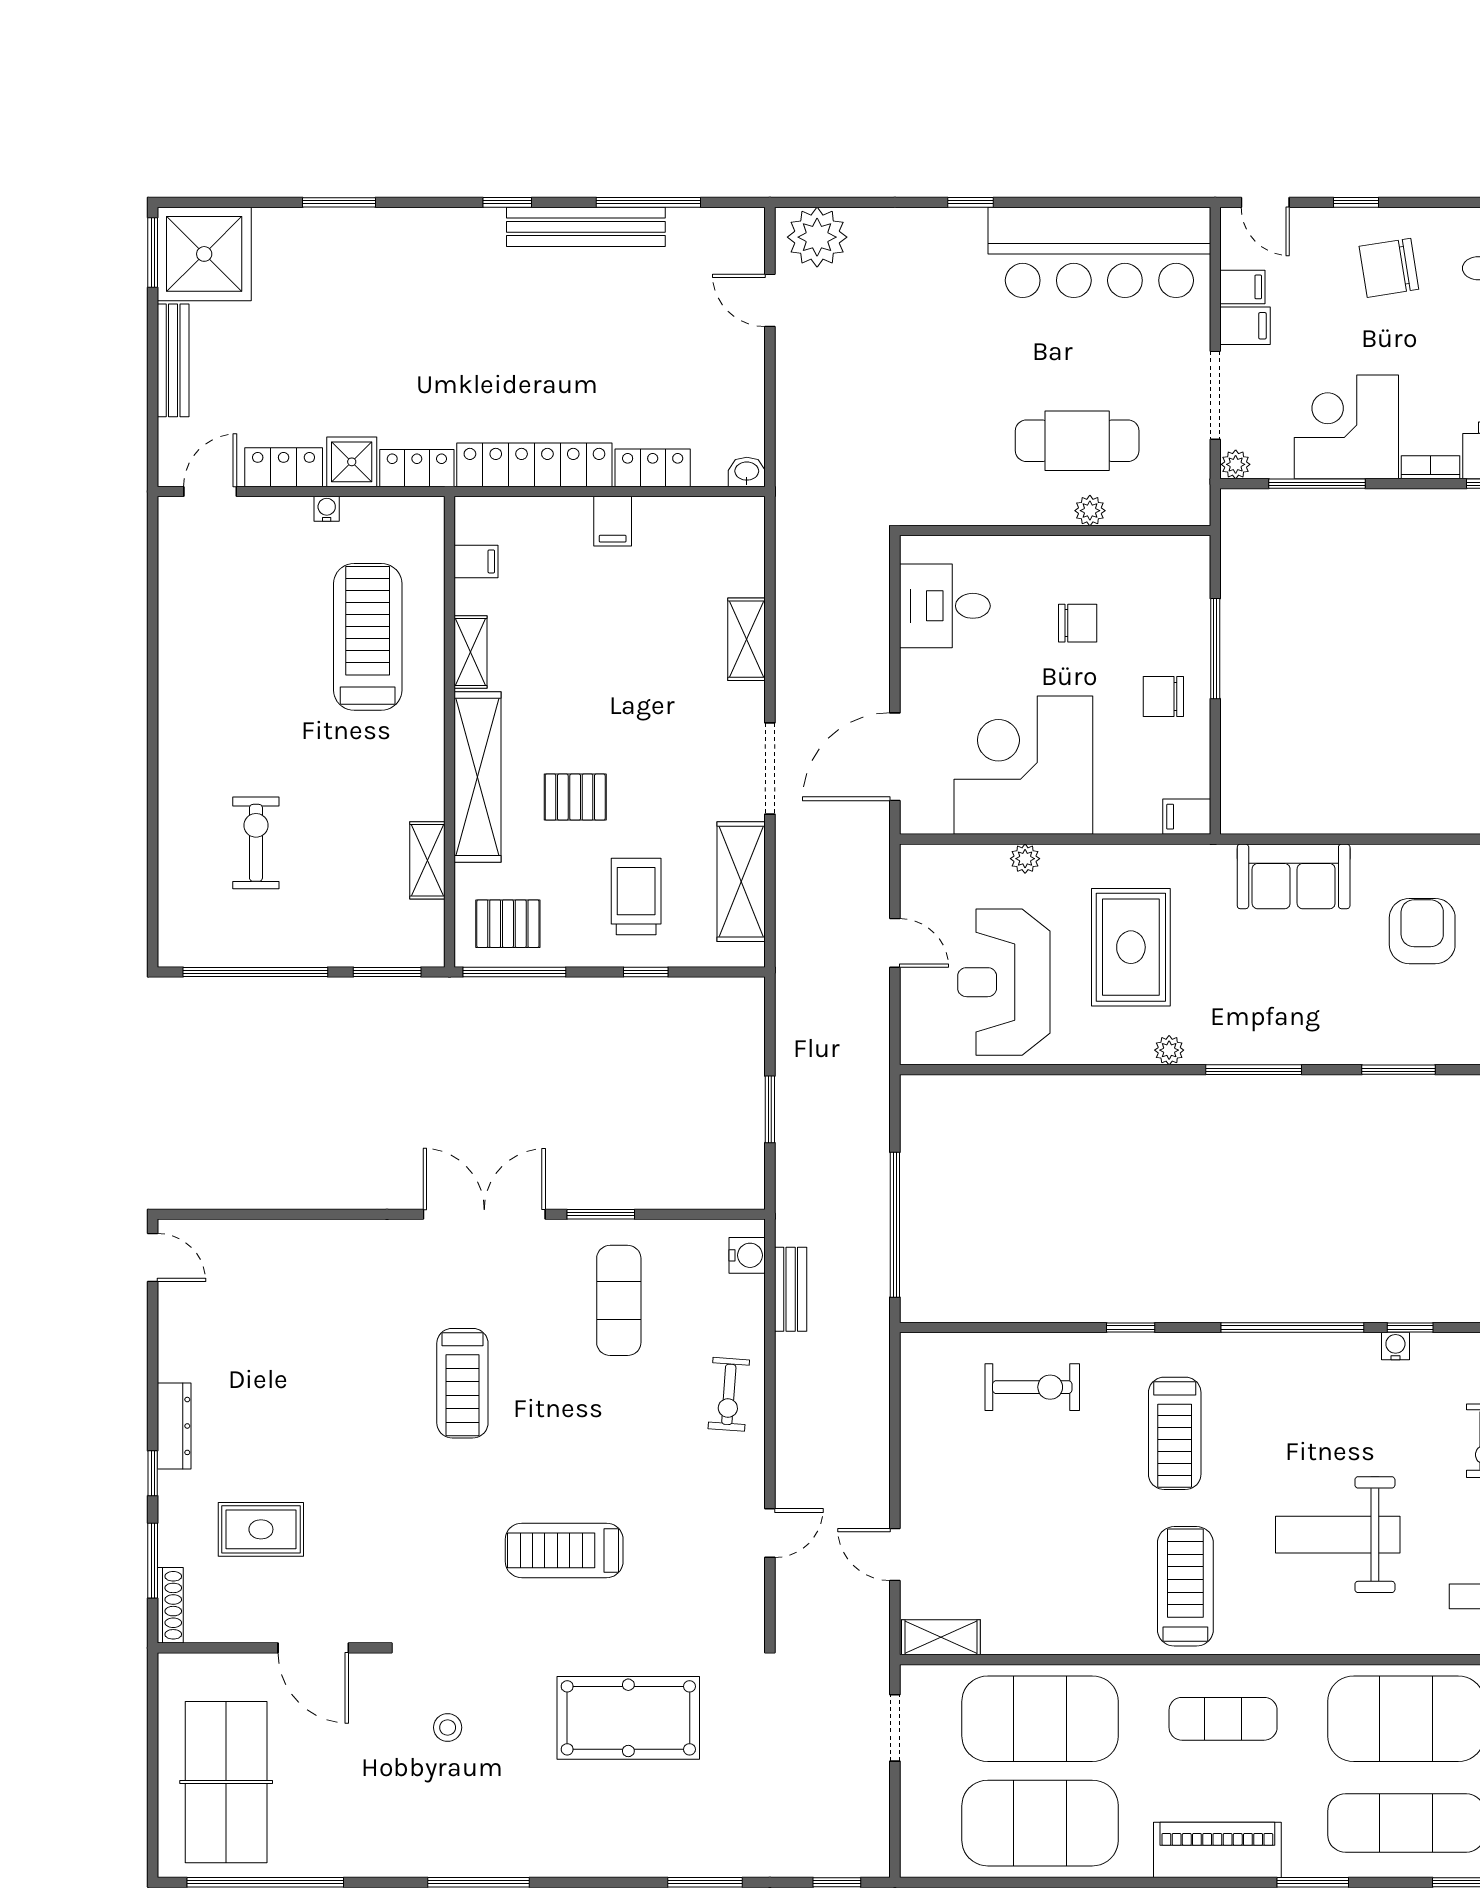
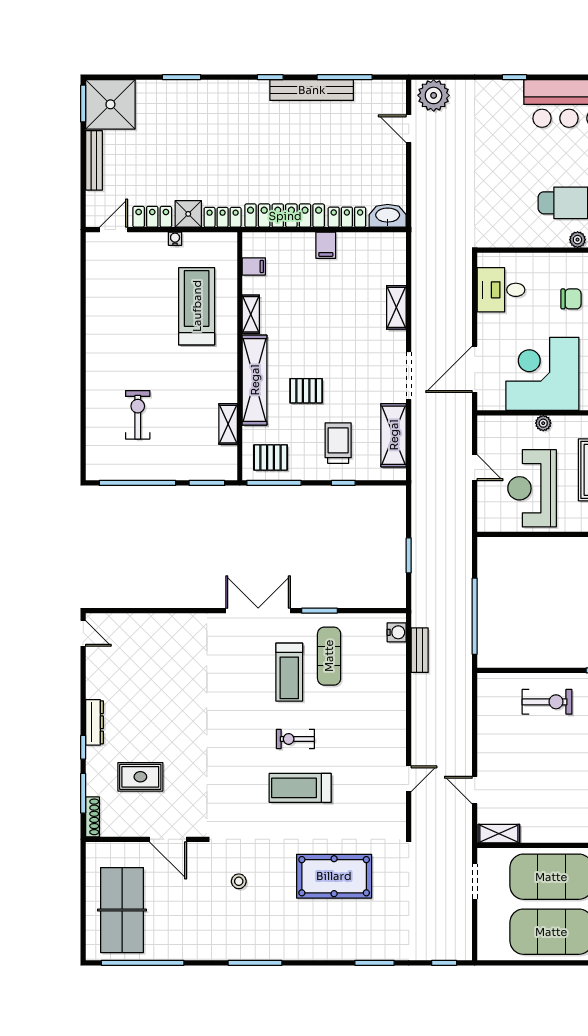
washbasin: (747, 472) -> (388, 216), width x1.91, depth x1.45
treadmill: (462, 1383) -> (289, 672), moved
exercise bike: (729, 1394) -> (295, 739), moved, turned 86

